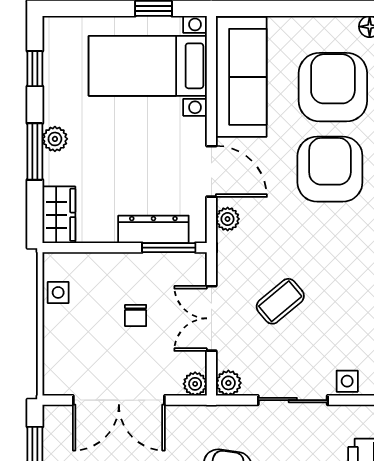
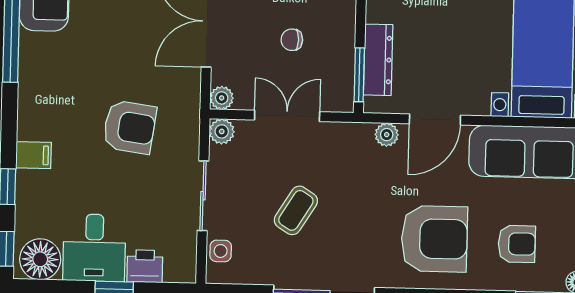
armchair: (333, 87) -> (517, 244), width x0.53, depth x0.53
coffee table: (280, 301) -> (296, 210), moved, turned 72

